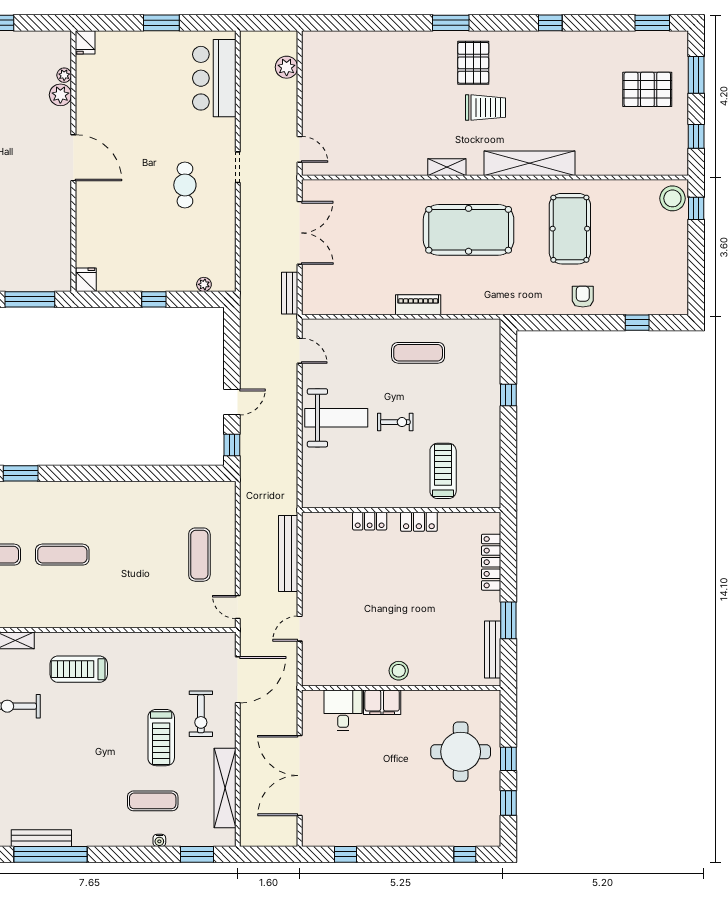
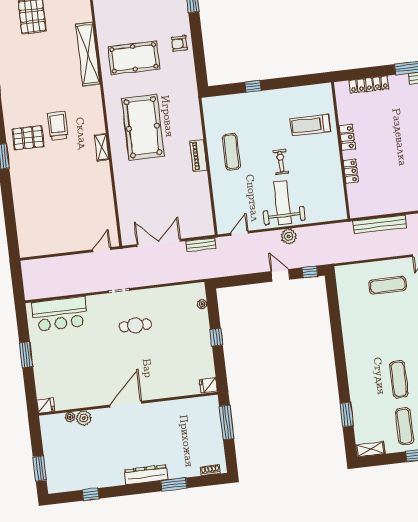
plant: (287, 67) -> (289, 236), moved
shelving: (529, 163) -> (88, 54), moved

